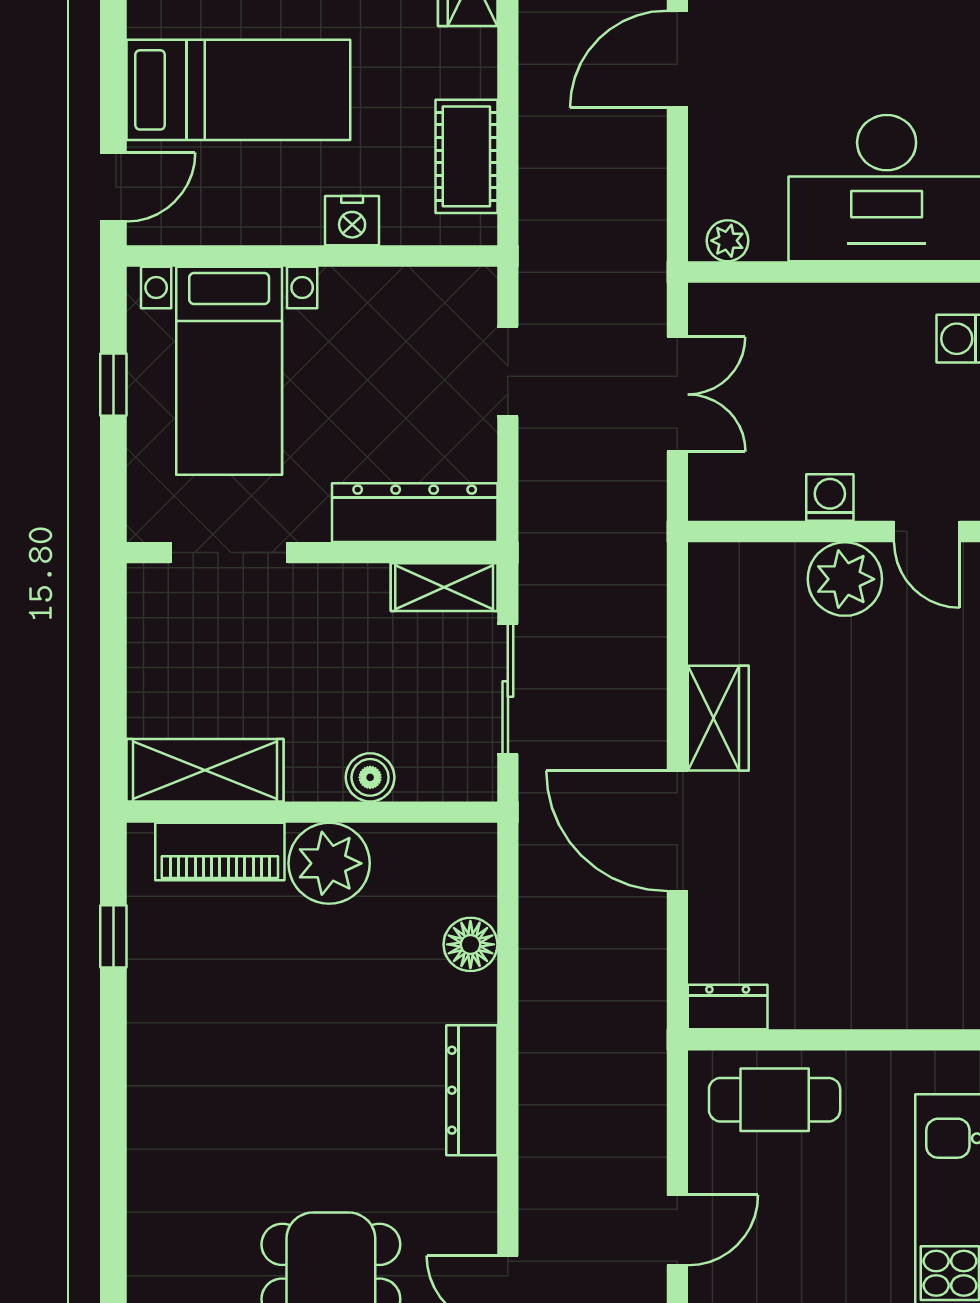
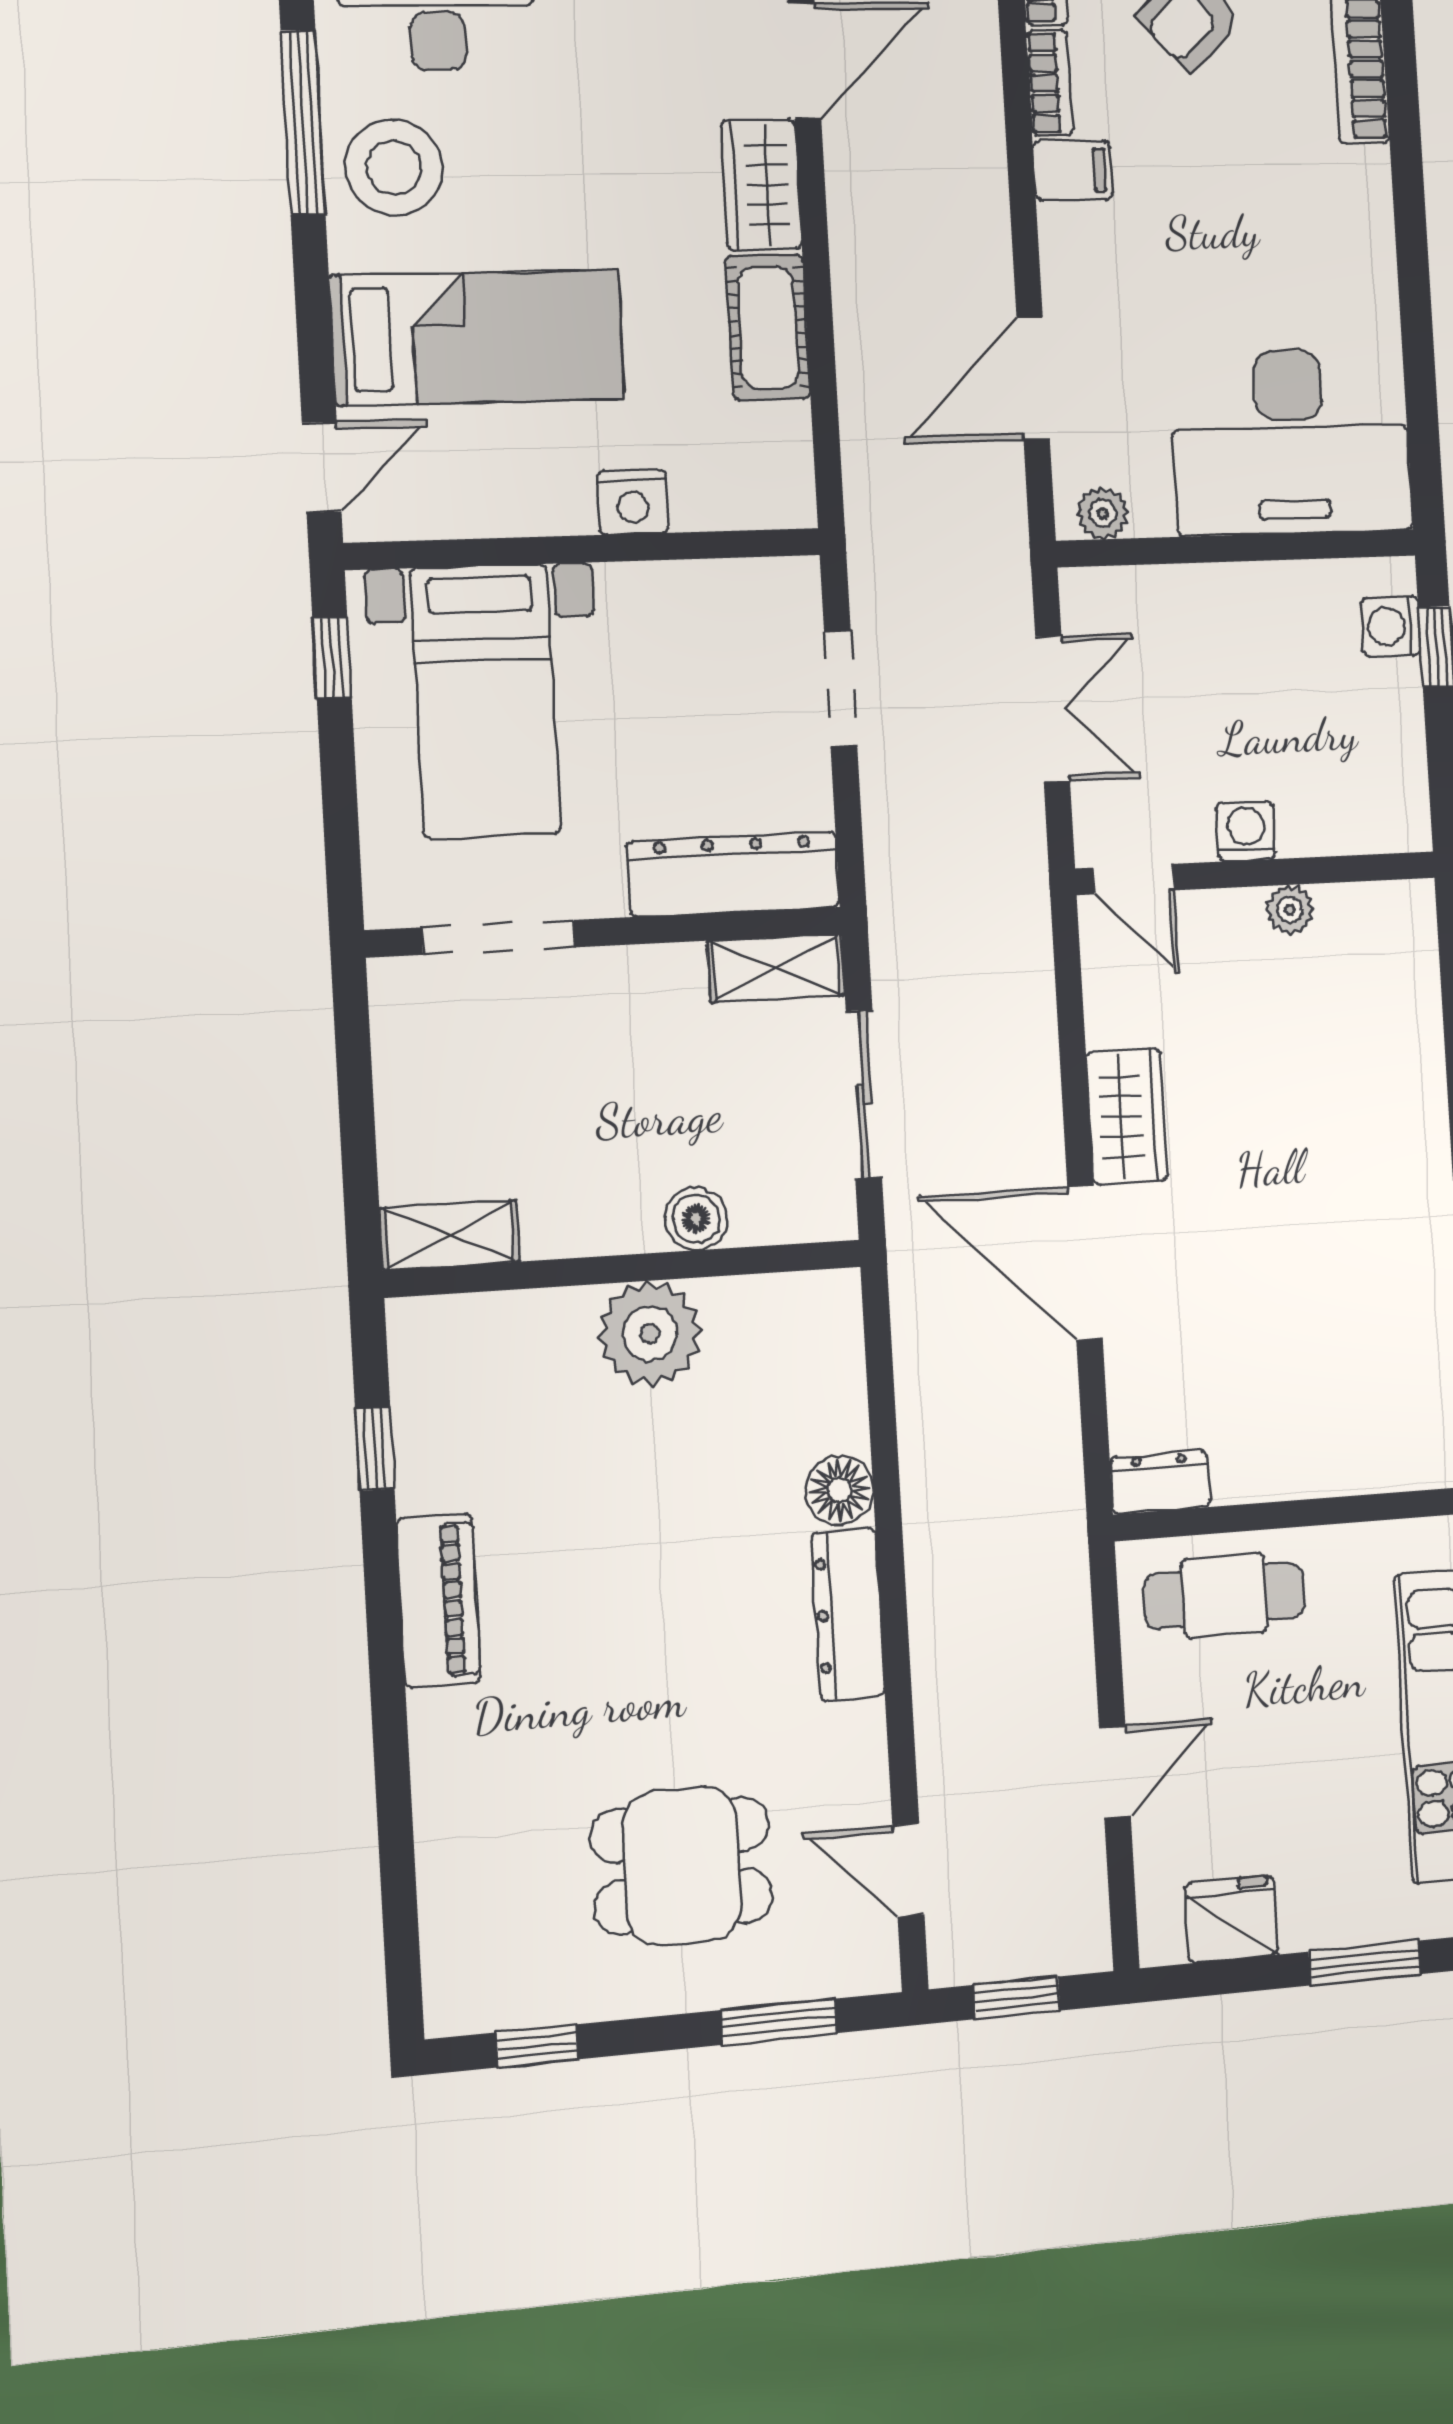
door: (677, 59) -> (1033, 378), moved
cot: (466, 156) -> (768, 327), moved
window: (113, 385) -> (332, 658), moved
door: (927, 531) -> (1134, 879), moved
plant: (845, 579) -> (1290, 910), width x0.53, depth x0.53
shelving: (205, 770) -> (449, 1235), width x0.67, depth x0.75
piano: (220, 852) -> (439, 1601), moved, turned -90
floor lamp: (470, 944) -> (839, 1490), moved

